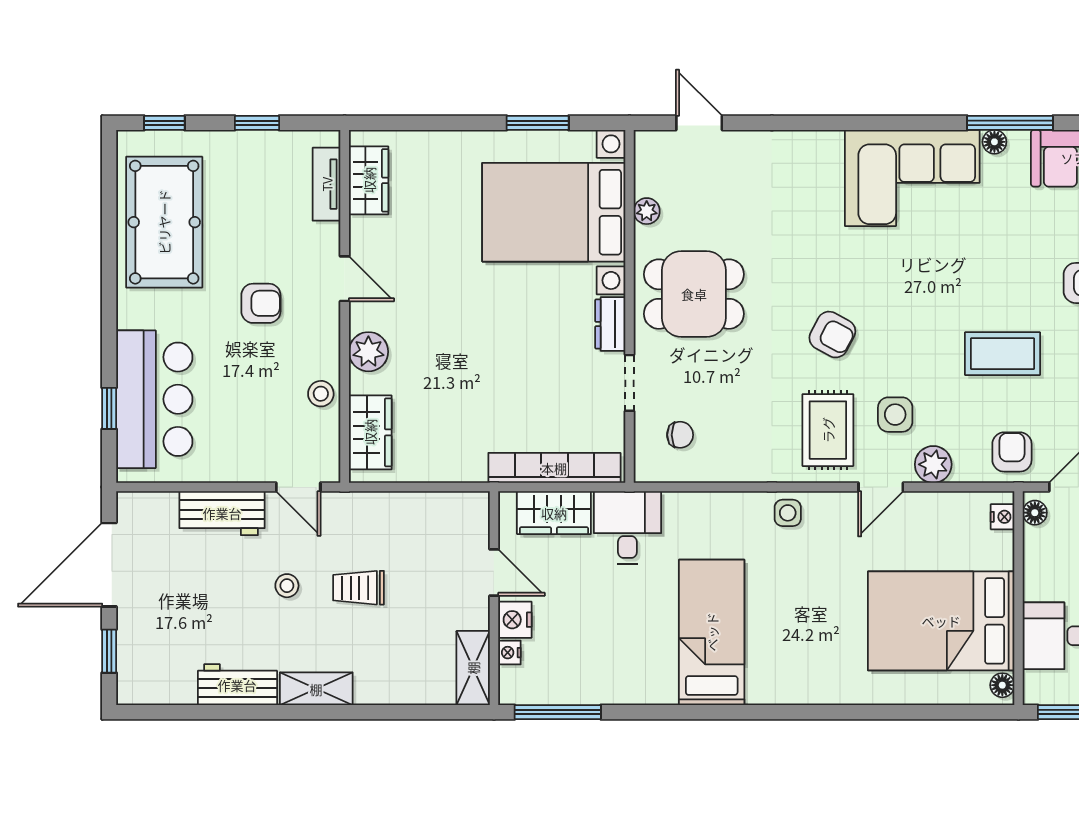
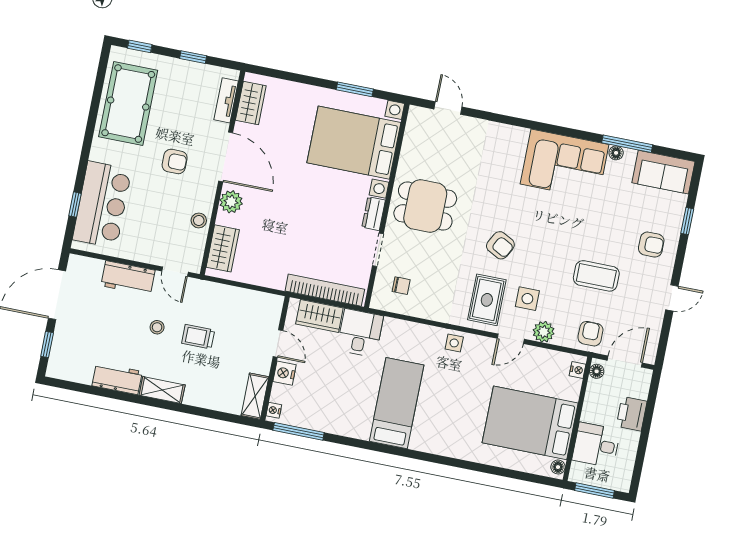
plant: (647, 211) -> (408, 153), removed
door: (345, 279) -> (226, 157), width x1.87
nightstand: (509, 653) -> (274, 410), moved

